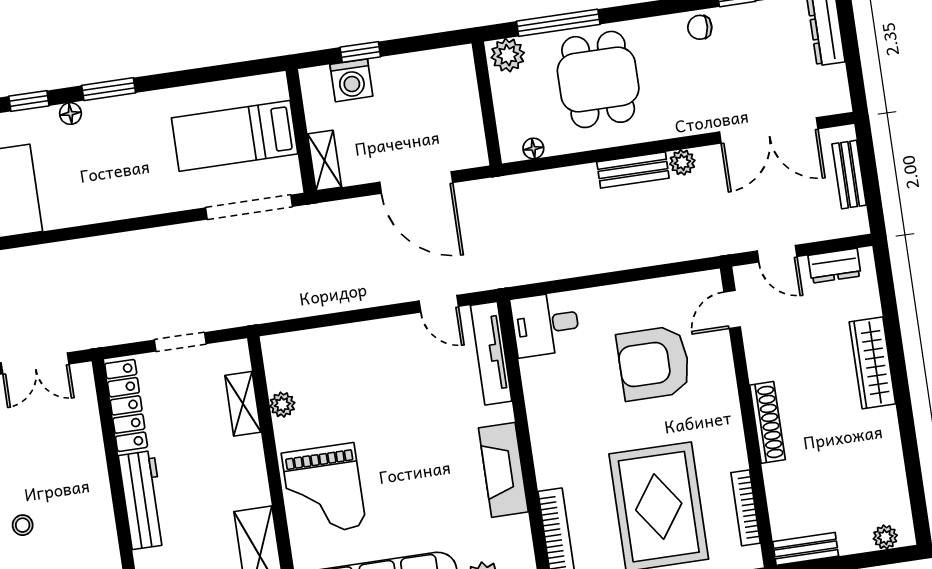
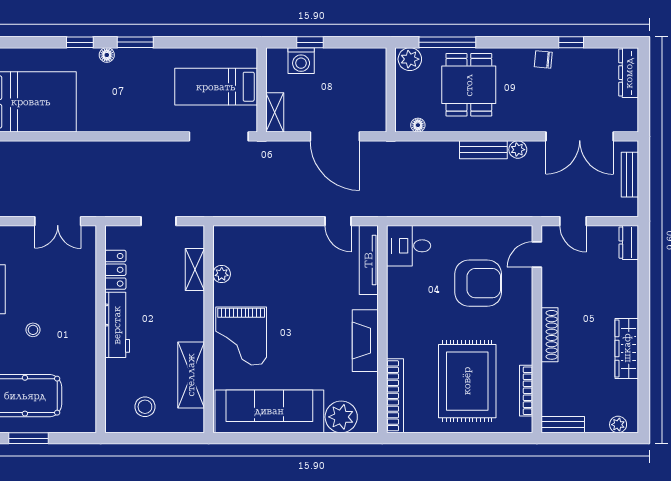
dresser: (835, 266) -> (629, 243), moved, turned 90
armchair: (654, 363) -> (478, 283), turned 180
wardrobe: (872, 363) -> (627, 348), moved
locker: (126, 405) -> (115, 270), width x0.66

